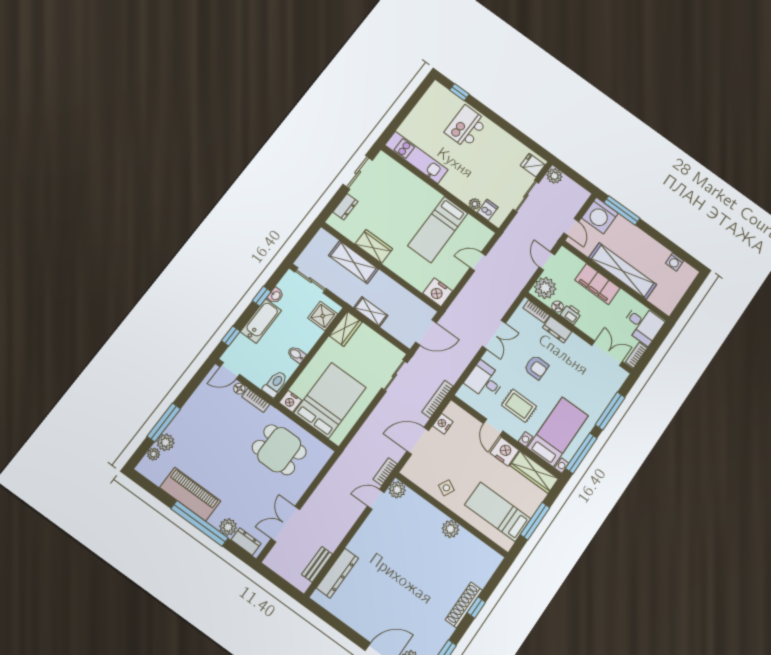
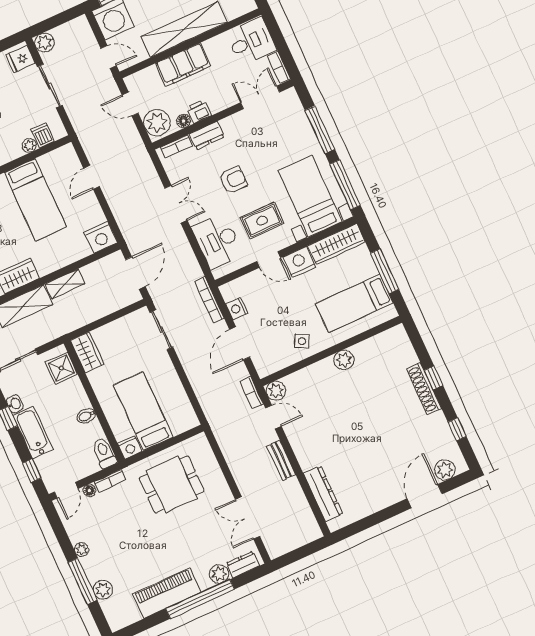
shelving: (371, 312) -> (65, 284), moved
desk: (485, 381) -> (217, 241), width x1.37
bed: (330, 400) -> (143, 411), width x0.67
plant: (153, 454) -> (82, 550), moved
door: (376, 499) -> (273, 417), swing flipped
bench: (317, 564) -> (281, 460), moved

